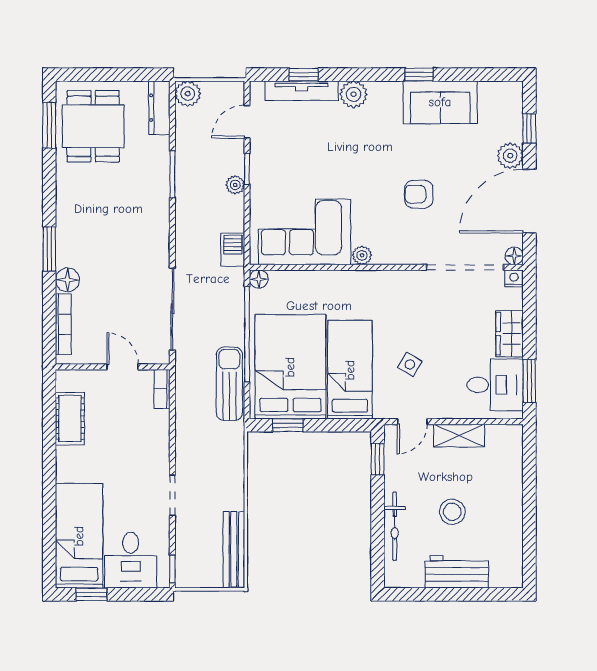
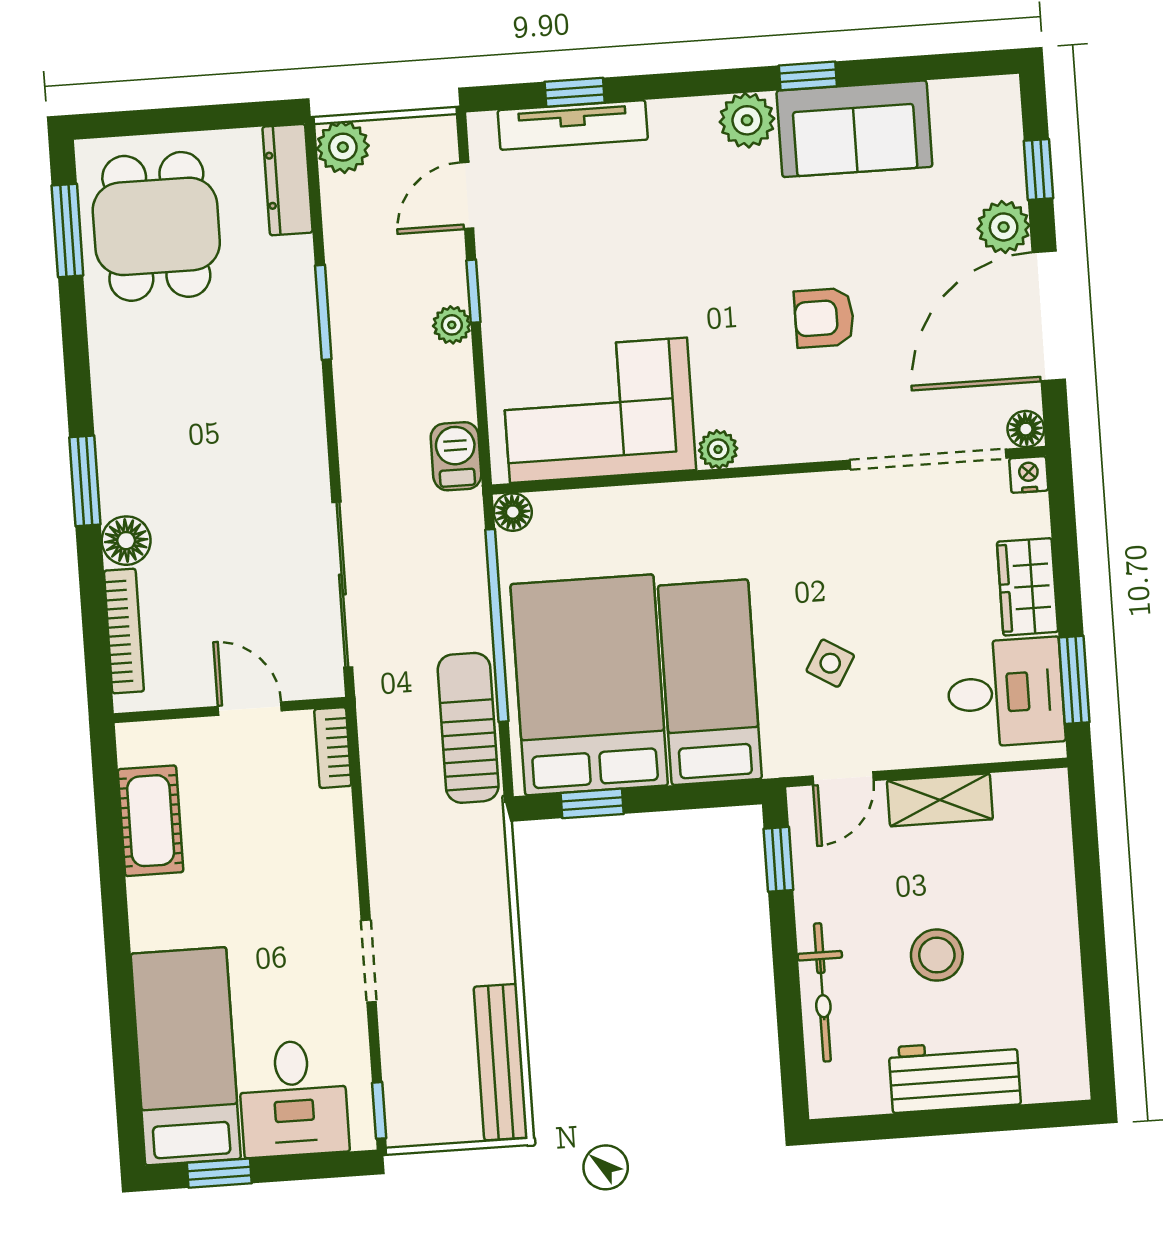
plant: (354, 94) -> (747, 120), moved

